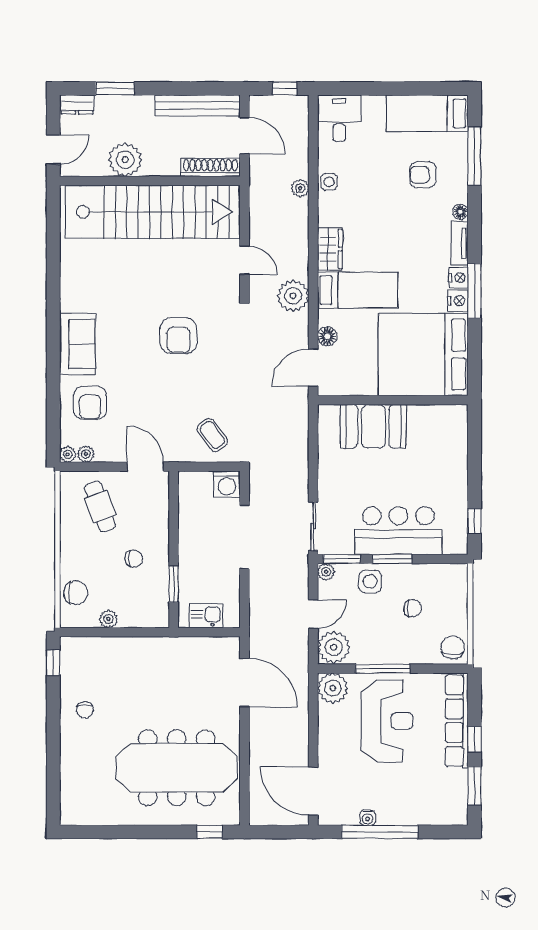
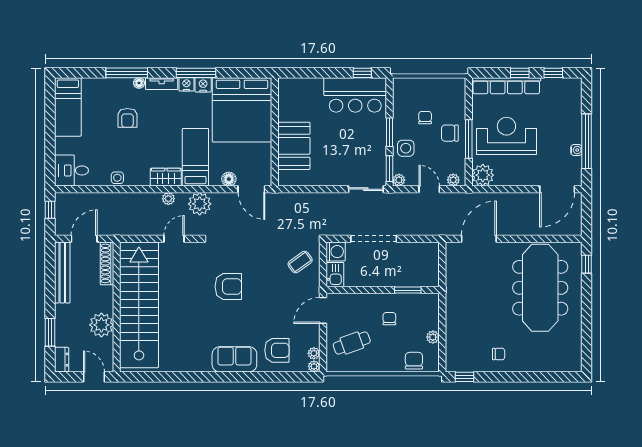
window: (474, 156) -> (127, 73), moved
armchair: (423, 175) -> (127, 118), moved
plant: (300, 188) -> (168, 199), moved
bar counter: (398, 531) -> (355, 95), moved, turned -90
kitchen sink: (206, 616) -> (335, 274), moved, turned 180
plant: (334, 647) -> (453, 180), width x0.53, depth x0.53
chair: (453, 647) -> (450, 133), moved
window: (474, 786) -> (553, 73), width x0.67

